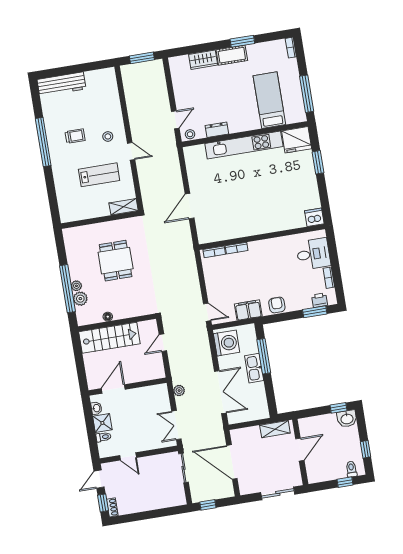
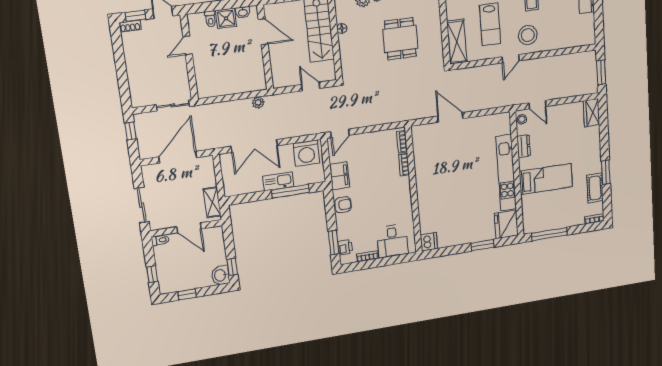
cot: (232, 55) -> (595, 188), moved
wardrobe: (203, 60) -> (591, 113), moved
bed: (269, 100) -> (546, 179), moved
stool: (108, 136) -> (528, 35), width x1.89, depth x1.89
shelving: (124, 207) -> (457, 42), width x1.50, depth x1.33
dining table: (116, 261) -> (400, 39), turned 90
double door: (176, 425) -> (221, 99), removed
toilet: (351, 469) -> (160, 240), moved

